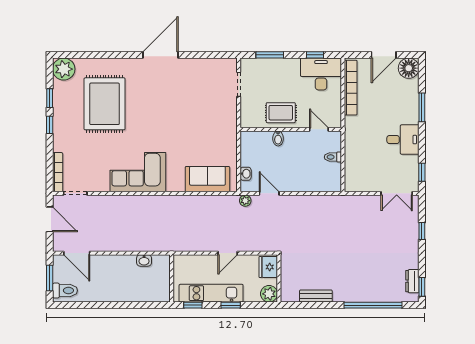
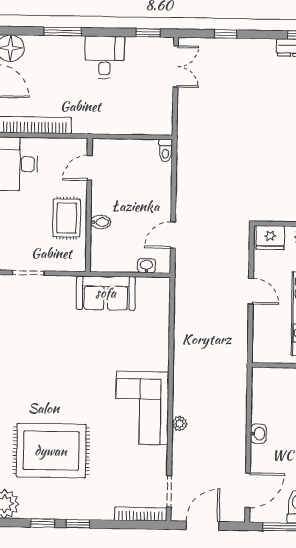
toilet: (333, 157) -> (165, 151), moved
sofa: (207, 179) -> (106, 293), moved, turned -90
plant: (245, 201) -> (180, 424), moved
washbasin: (144, 260) -> (258, 434), moved

